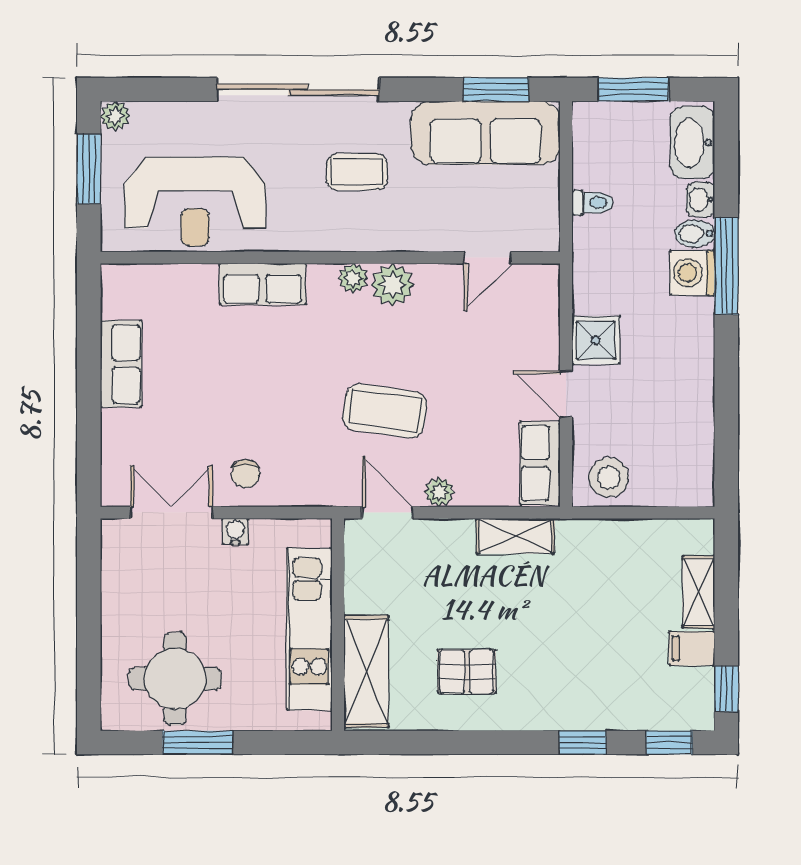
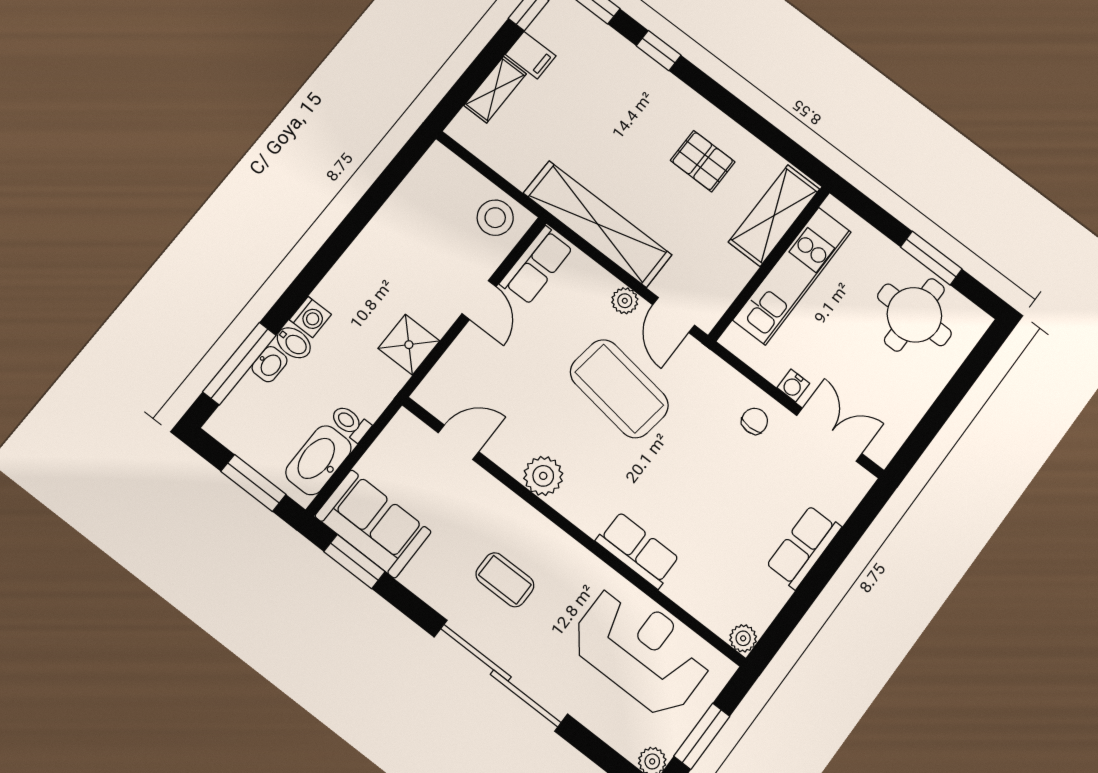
sofa: (486, 133) -> (373, 524), width x0.73
washbasin: (693, 143) -> (318, 460), moved, turned 180
window: (726, 266) -> (239, 364), moved
washing machine: (692, 273) -> (310, 317), width x0.73, depth x0.73
plant: (353, 278) -> (743, 638), moved
shower: (596, 340) -> (409, 345), moved
row of seats: (121, 364) -> (804, 547), moved
coffee table: (385, 411) -> (619, 389), width x1.36, depth x1.32
double door: (172, 513) -> (829, 434), swing flipped
shelving: (515, 536) -> (598, 224), width x2.20, depth x1.33

